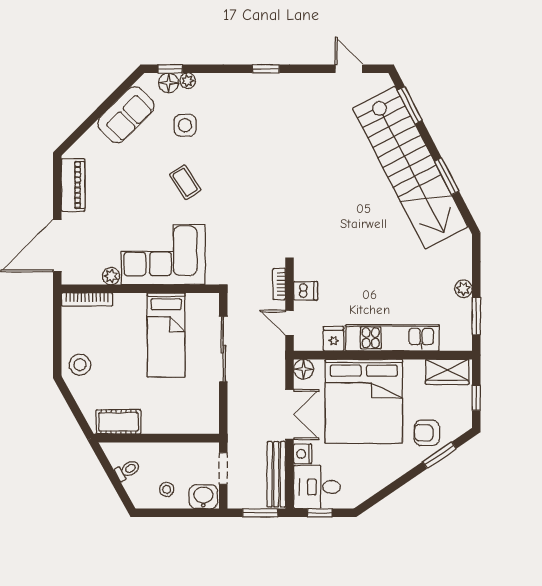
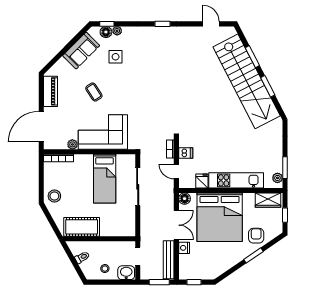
window: (410, 105) -> (252, 57), moved
coffee table: (185, 182) -> (94, 92), moved
plant: (463, 289) -> (277, 178), moved
cot: (118, 422) -> (82, 227), width x1.37, depth x1.34
armchair: (427, 433) -> (256, 236), turned 90
window: (439, 455) -> (253, 255), moved
desk: (317, 487) -> (192, 267), removed

